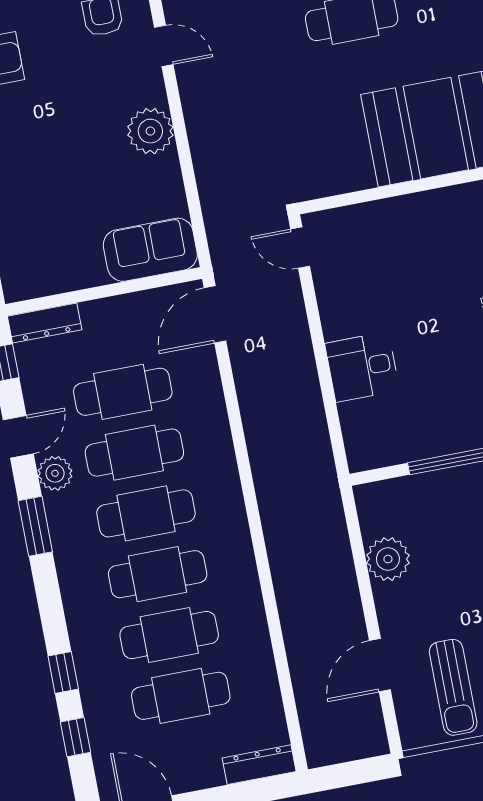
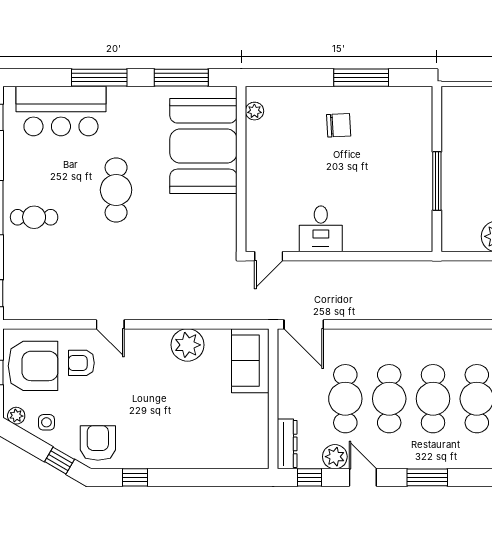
door: (164, 46) -> (110, 324), swing flipped
plant: (150, 131) -> (187, 345), moved
desk: (362, 367) -> (321, 229), moved
plant: (55, 473) -> (335, 457), moved

